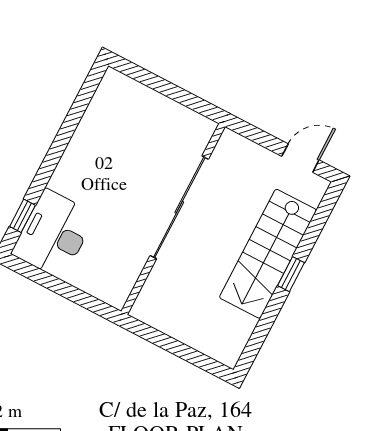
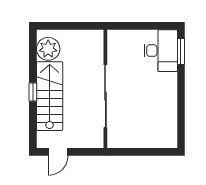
window: (22, 216) -> (181, 52), width x1.50
plant: (231, 330) -> (48, 49), added

